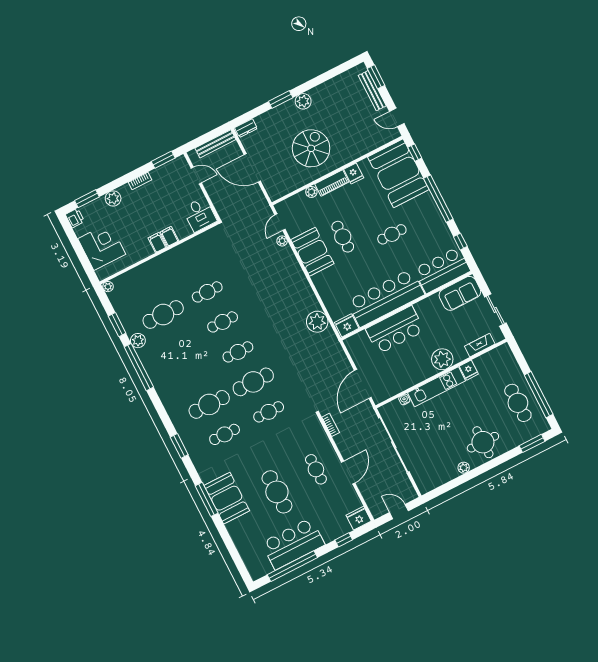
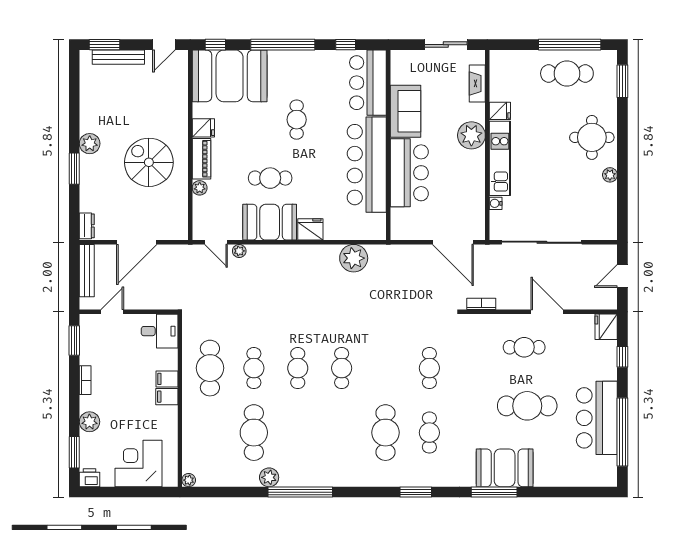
sofa: (460, 293) -> (405, 111), moved
window: (117, 325) -> (238, 492), removed
fridge: (347, 325) -> (310, 229), moved, turned 90
cafe table: (253, 382) -> (210, 368), moved

